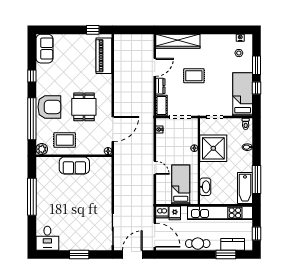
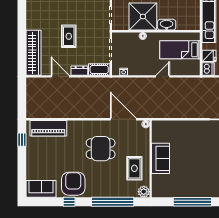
armchair: (49, 107) -> (73, 184), moved
washbasin: (205, 187) -> (167, 25), moved

